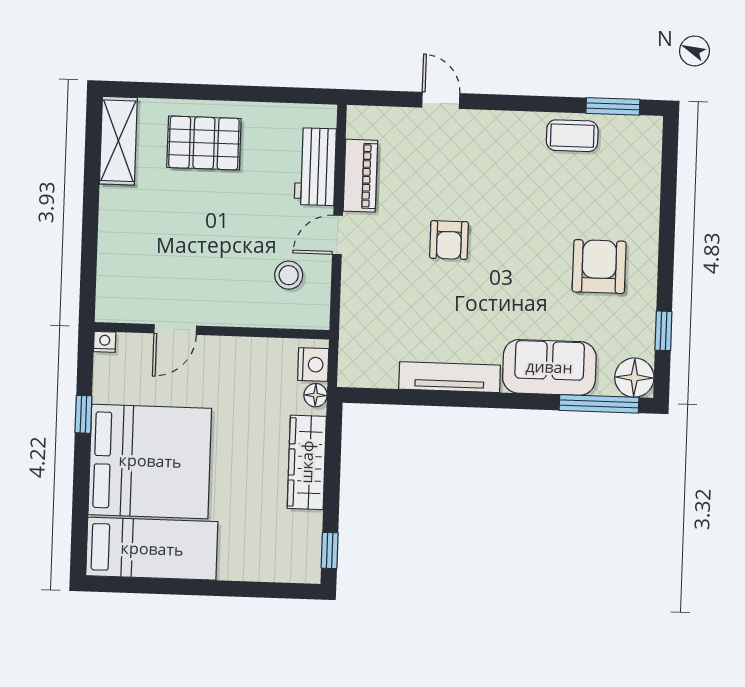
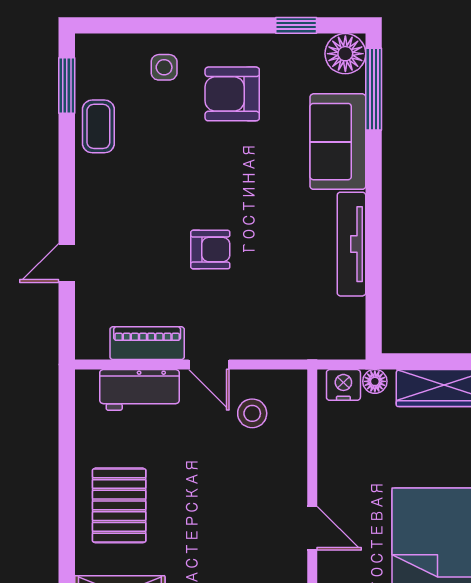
side table: (627, 201) -> (164, 67), added

